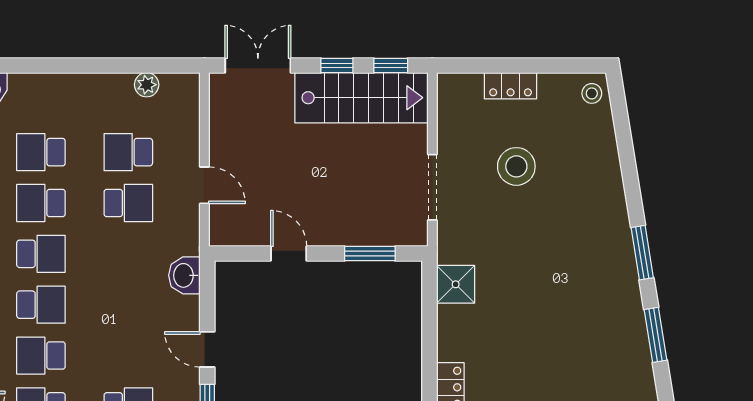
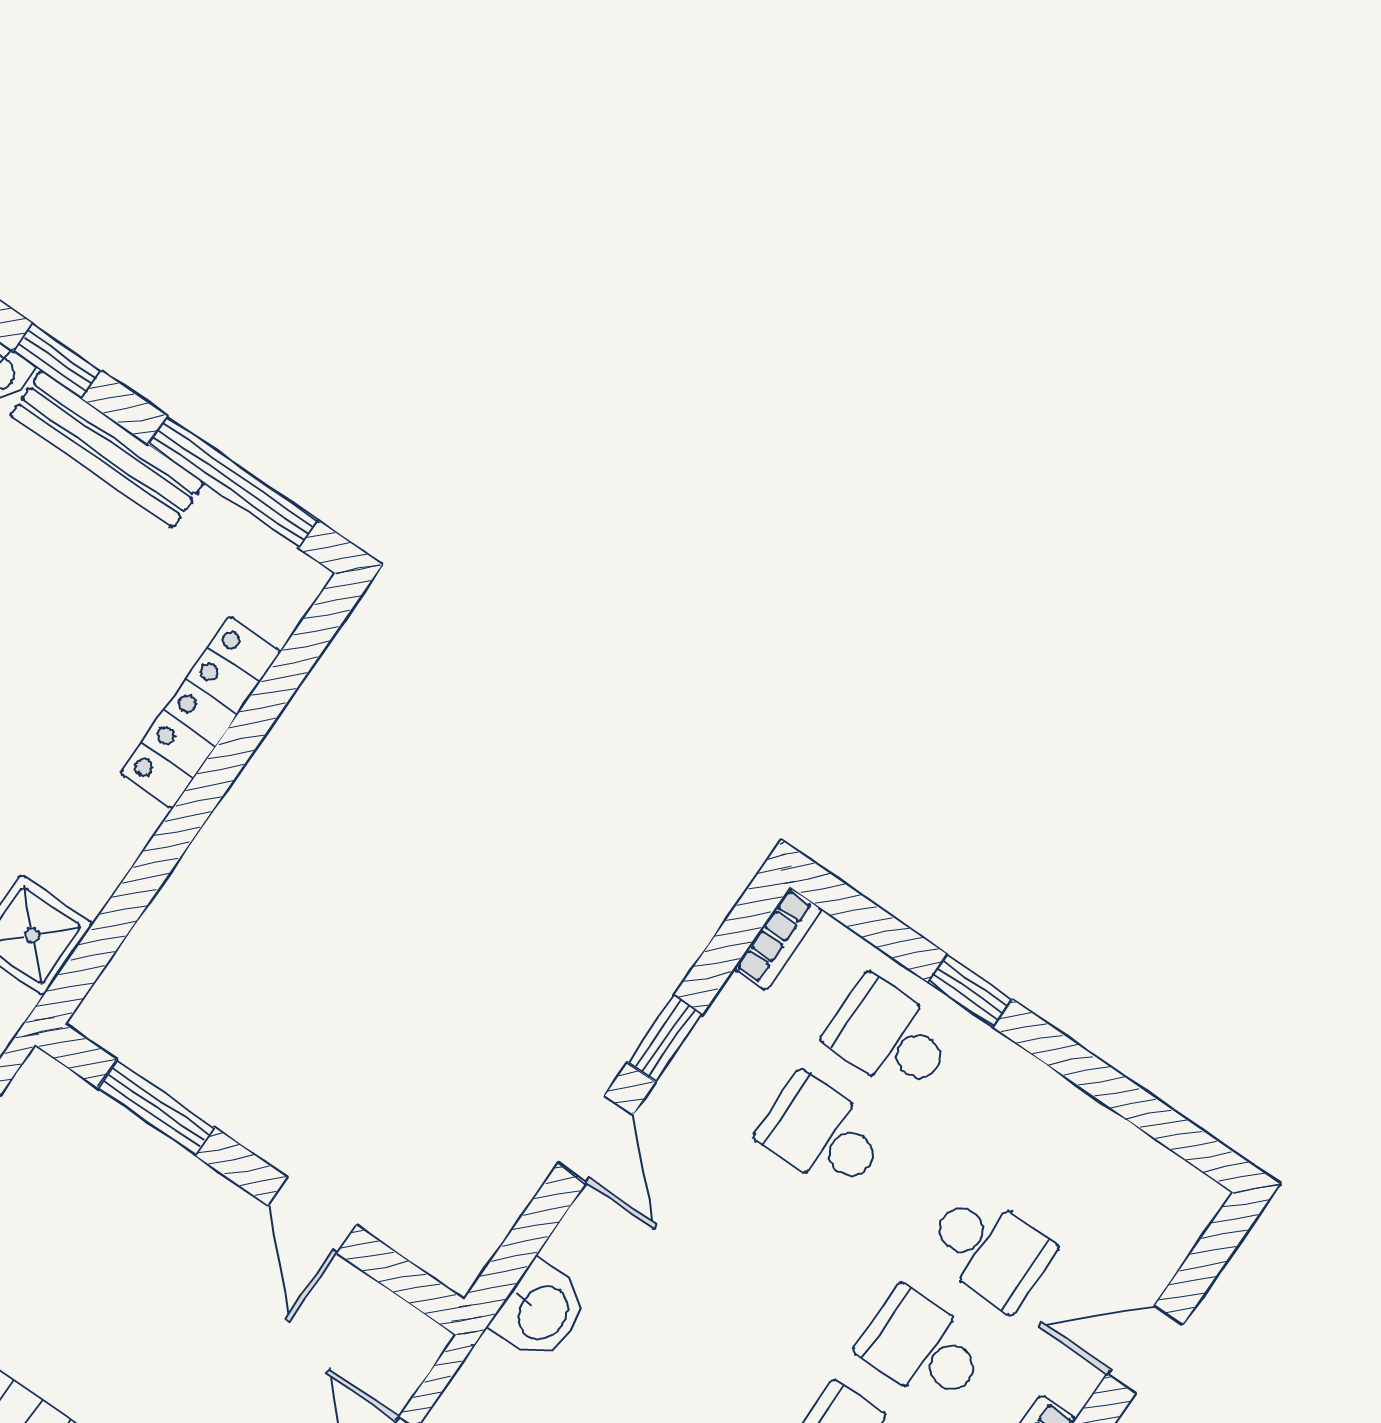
school desk: (41, 356) -> (923, 1348), turned 180

